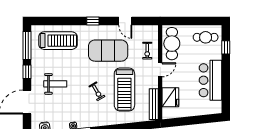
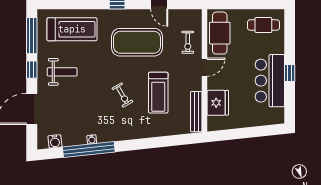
window: (226, 47) -> (290, 73), moved
weight bench: (55, 84) -> (62, 72), moved
treadmill: (124, 89) -> (158, 93), width x0.73, depth x0.73

